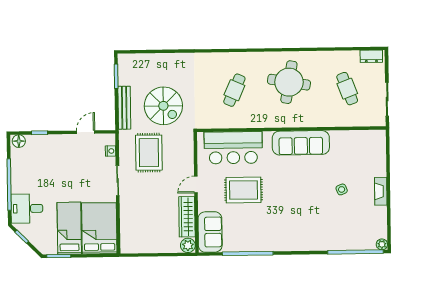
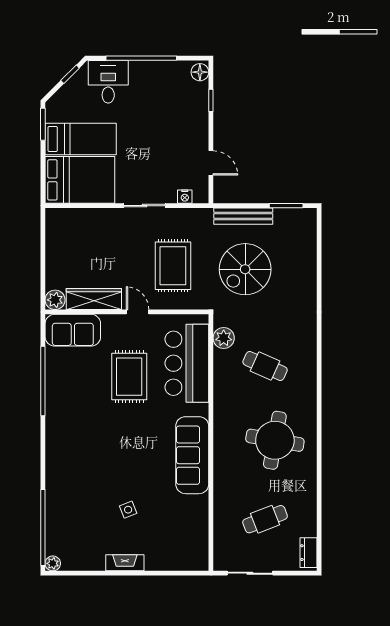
plant: (214, 121) -> (224, 338), added
rug: (149, 153) -> (173, 266), moved, turned 90

